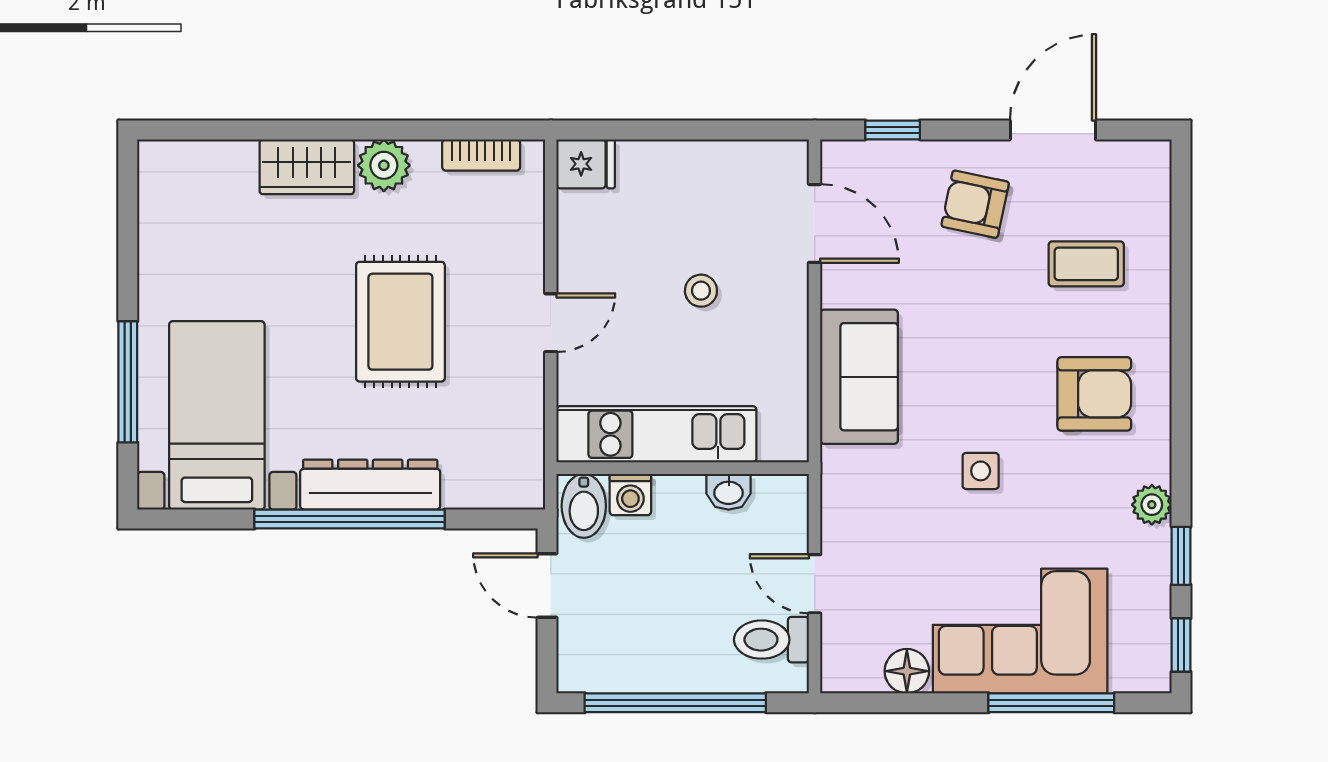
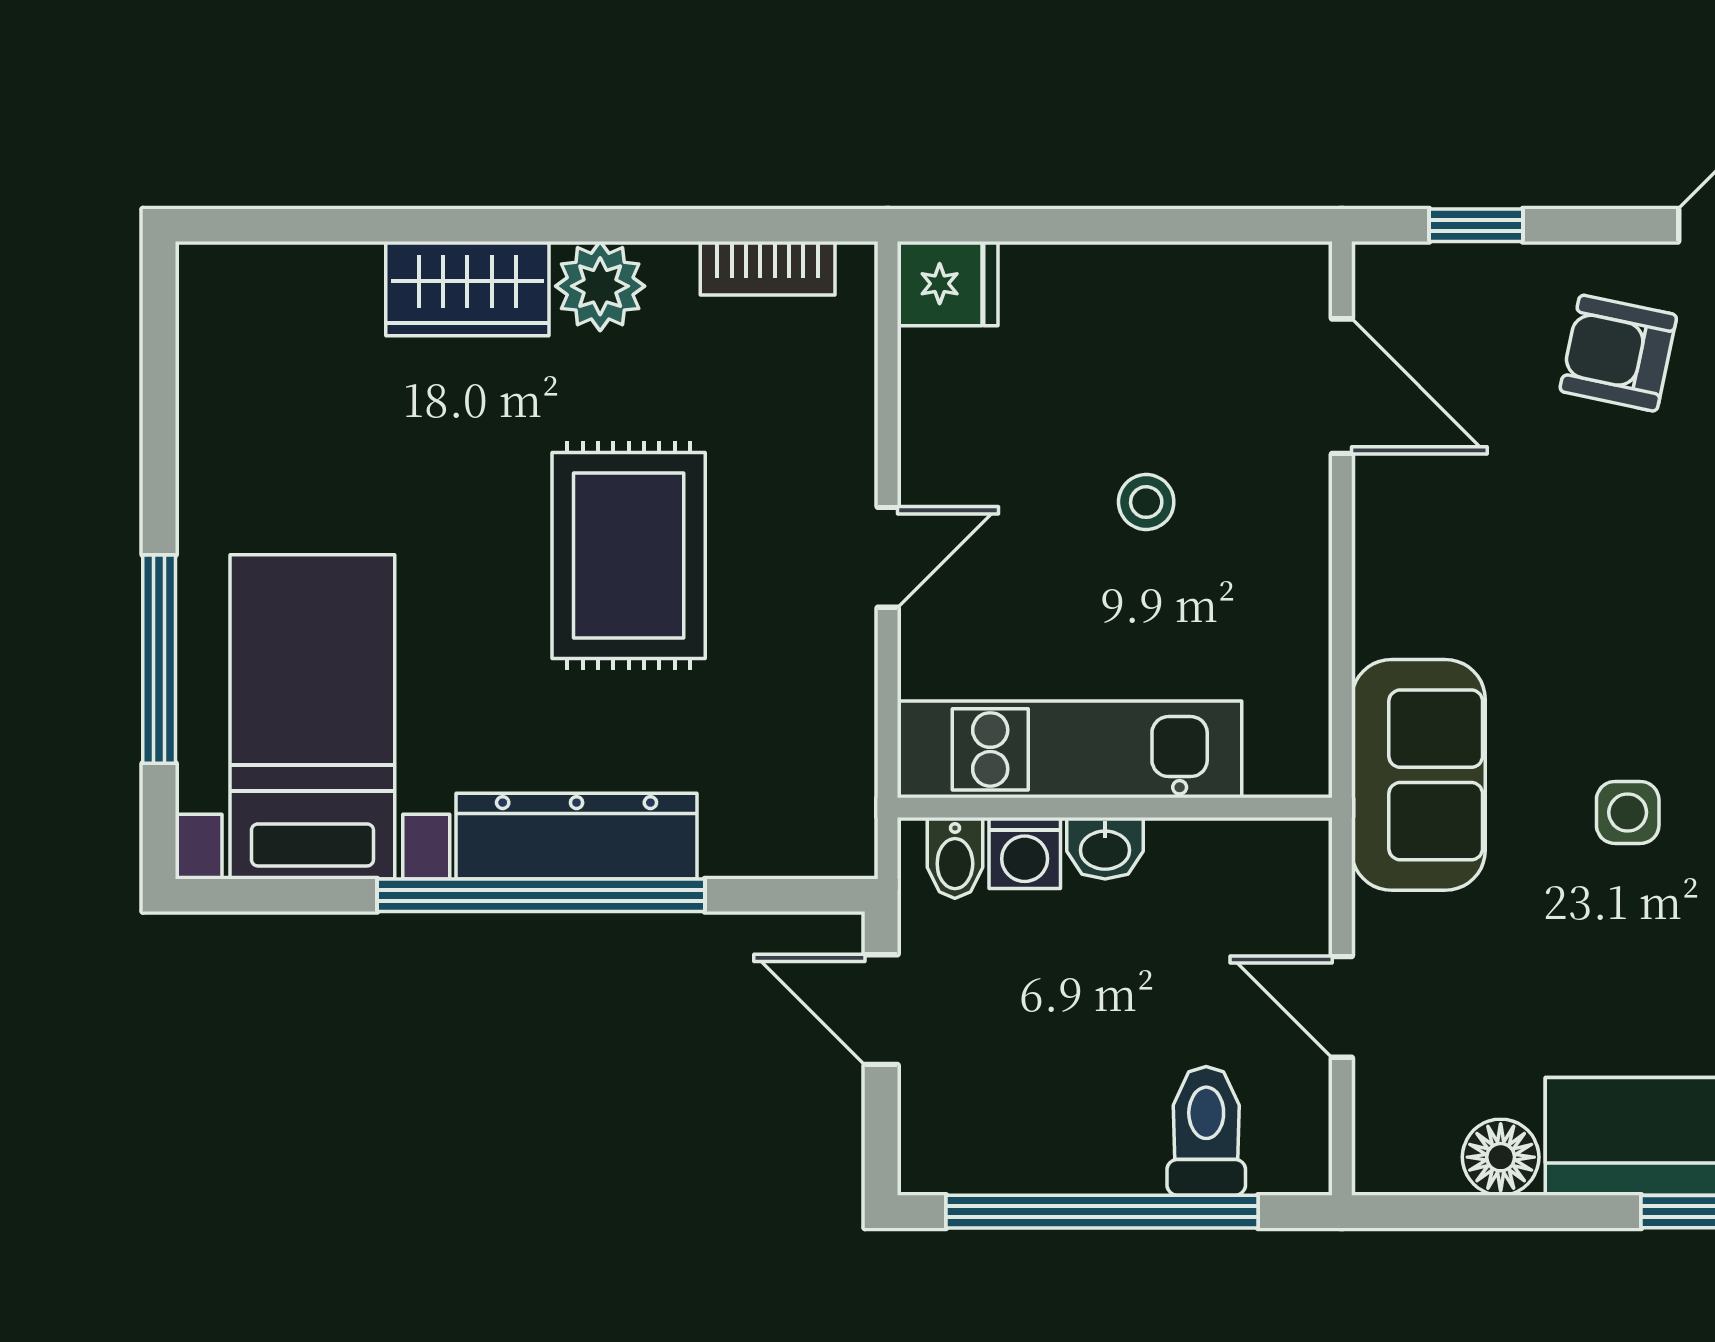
sofa: (859, 377) -> (1418, 775), moved
washbasin: (729, 492) -> (1105, 848), moved
bidet: (584, 506) -> (955, 858), width x0.72, depth x0.74
toilet: (771, 640) -> (1206, 1131), moved, turned 90

